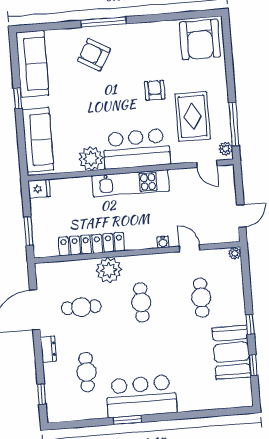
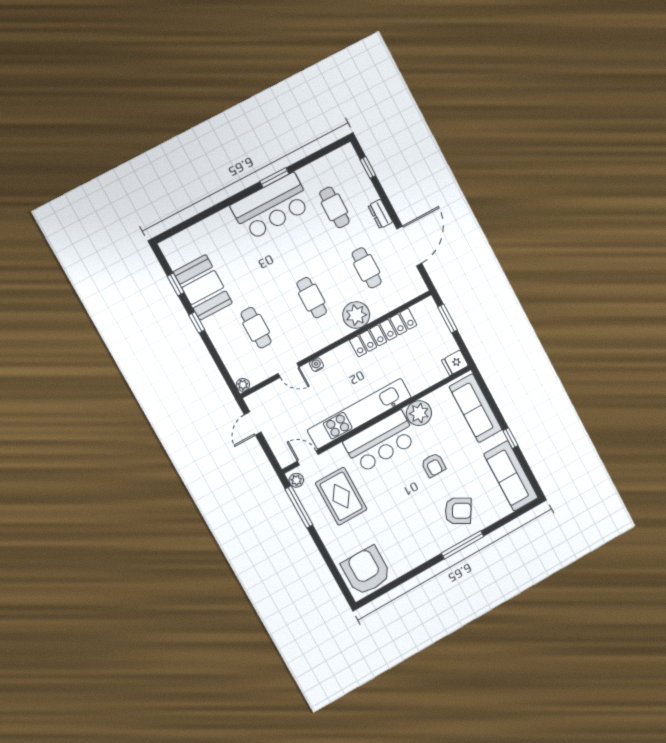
armchair: (155, 90) -> (433, 465), moved
kitchen unit: (131, 183) -> (359, 414), width x1.36
cafe table: (81, 307) -> (367, 268), turned 90

